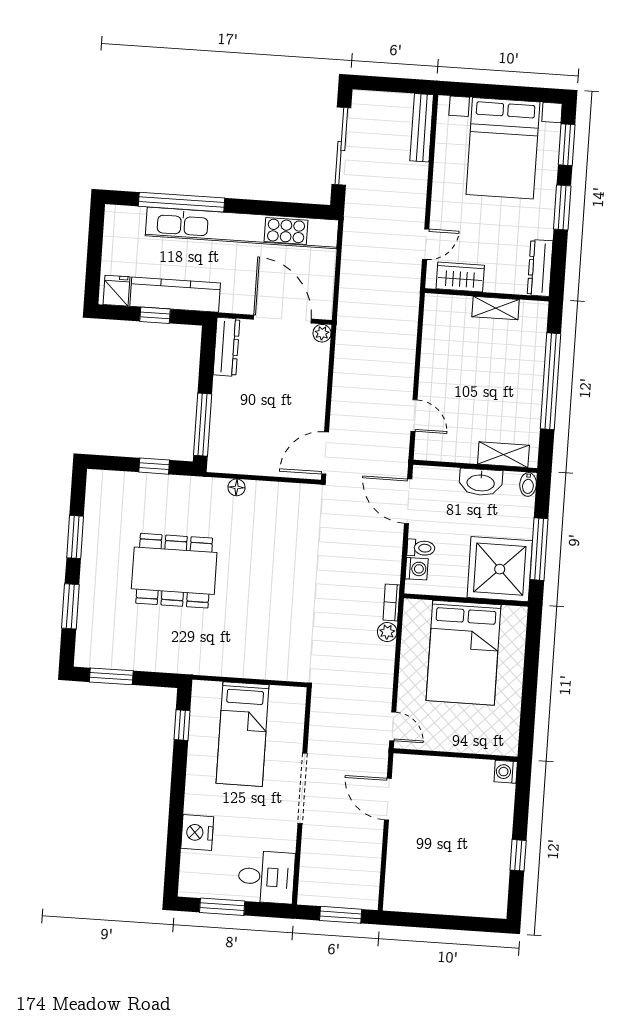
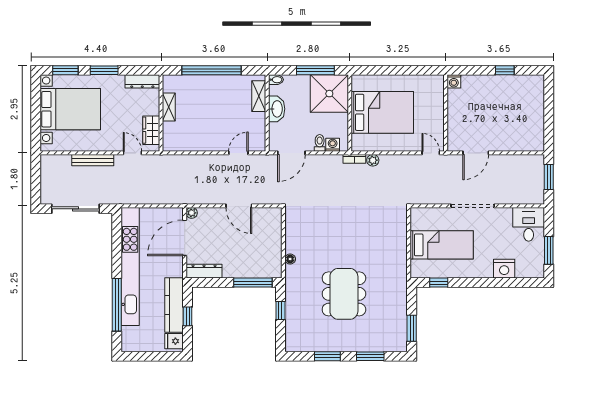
bench: (422, 128) -> (93, 160), moved
door: (325, 453) -> (239, 206), moved
door: (393, 726) -> (431, 153), hinge flipped

